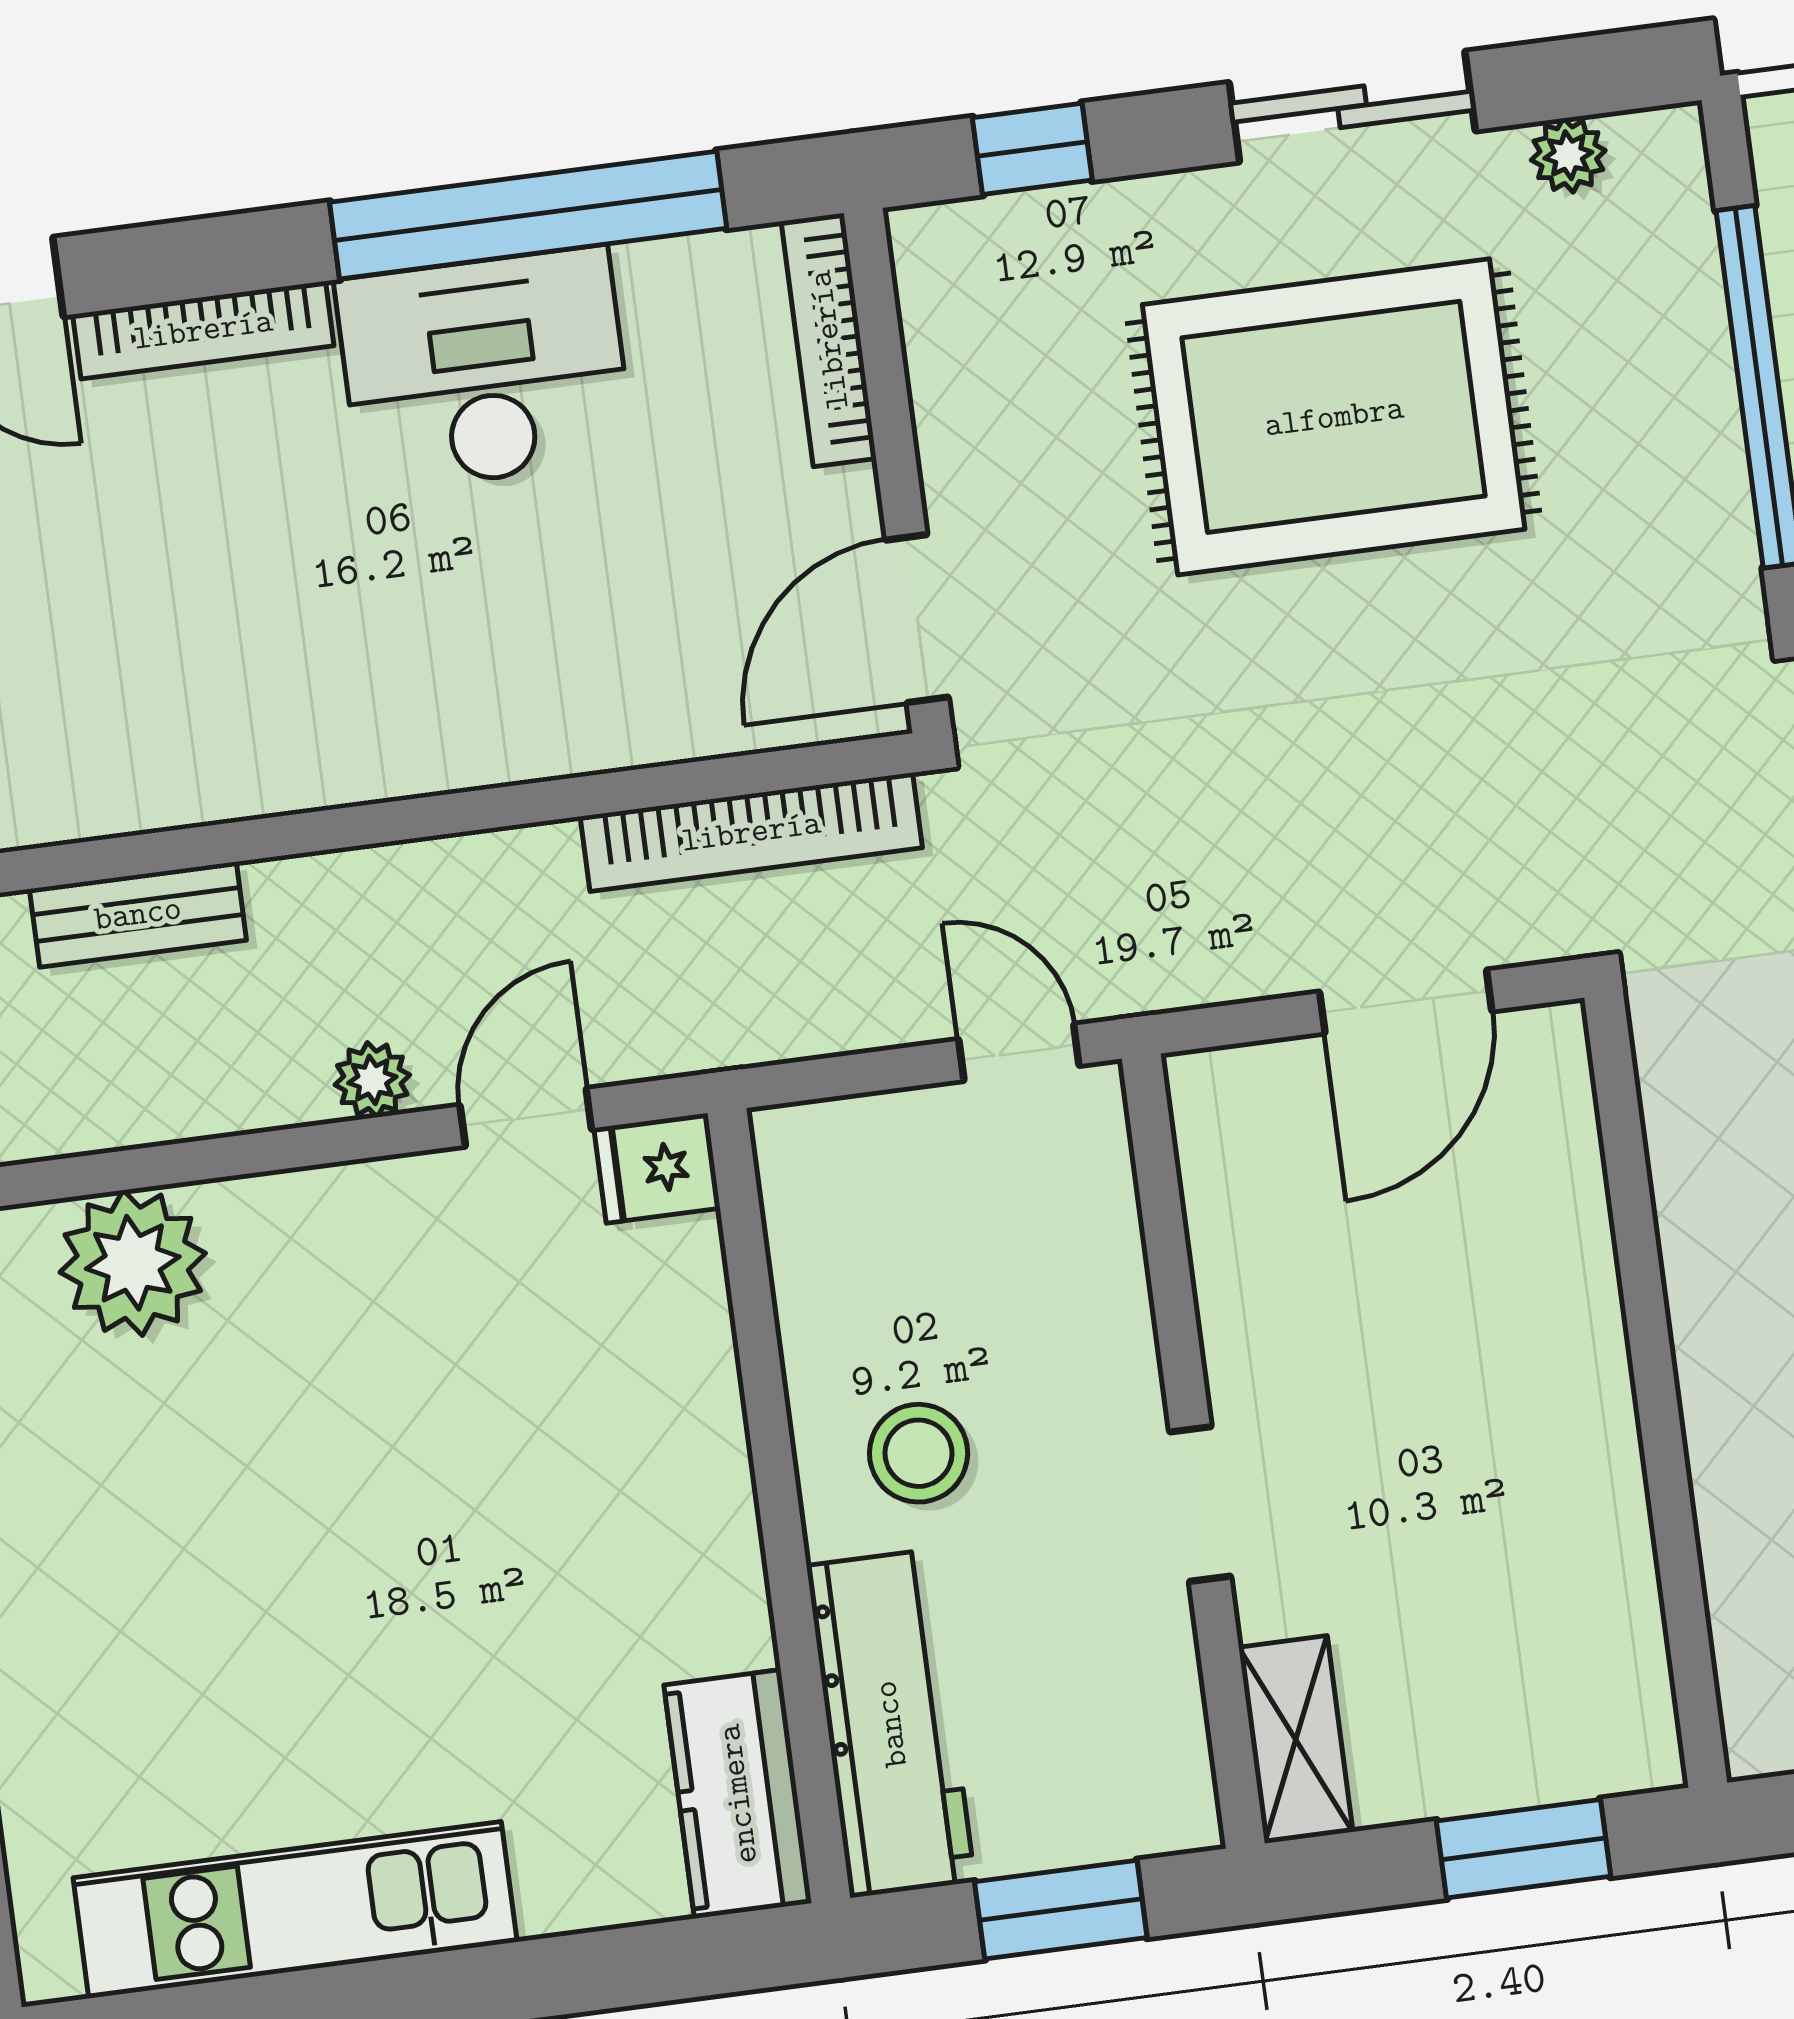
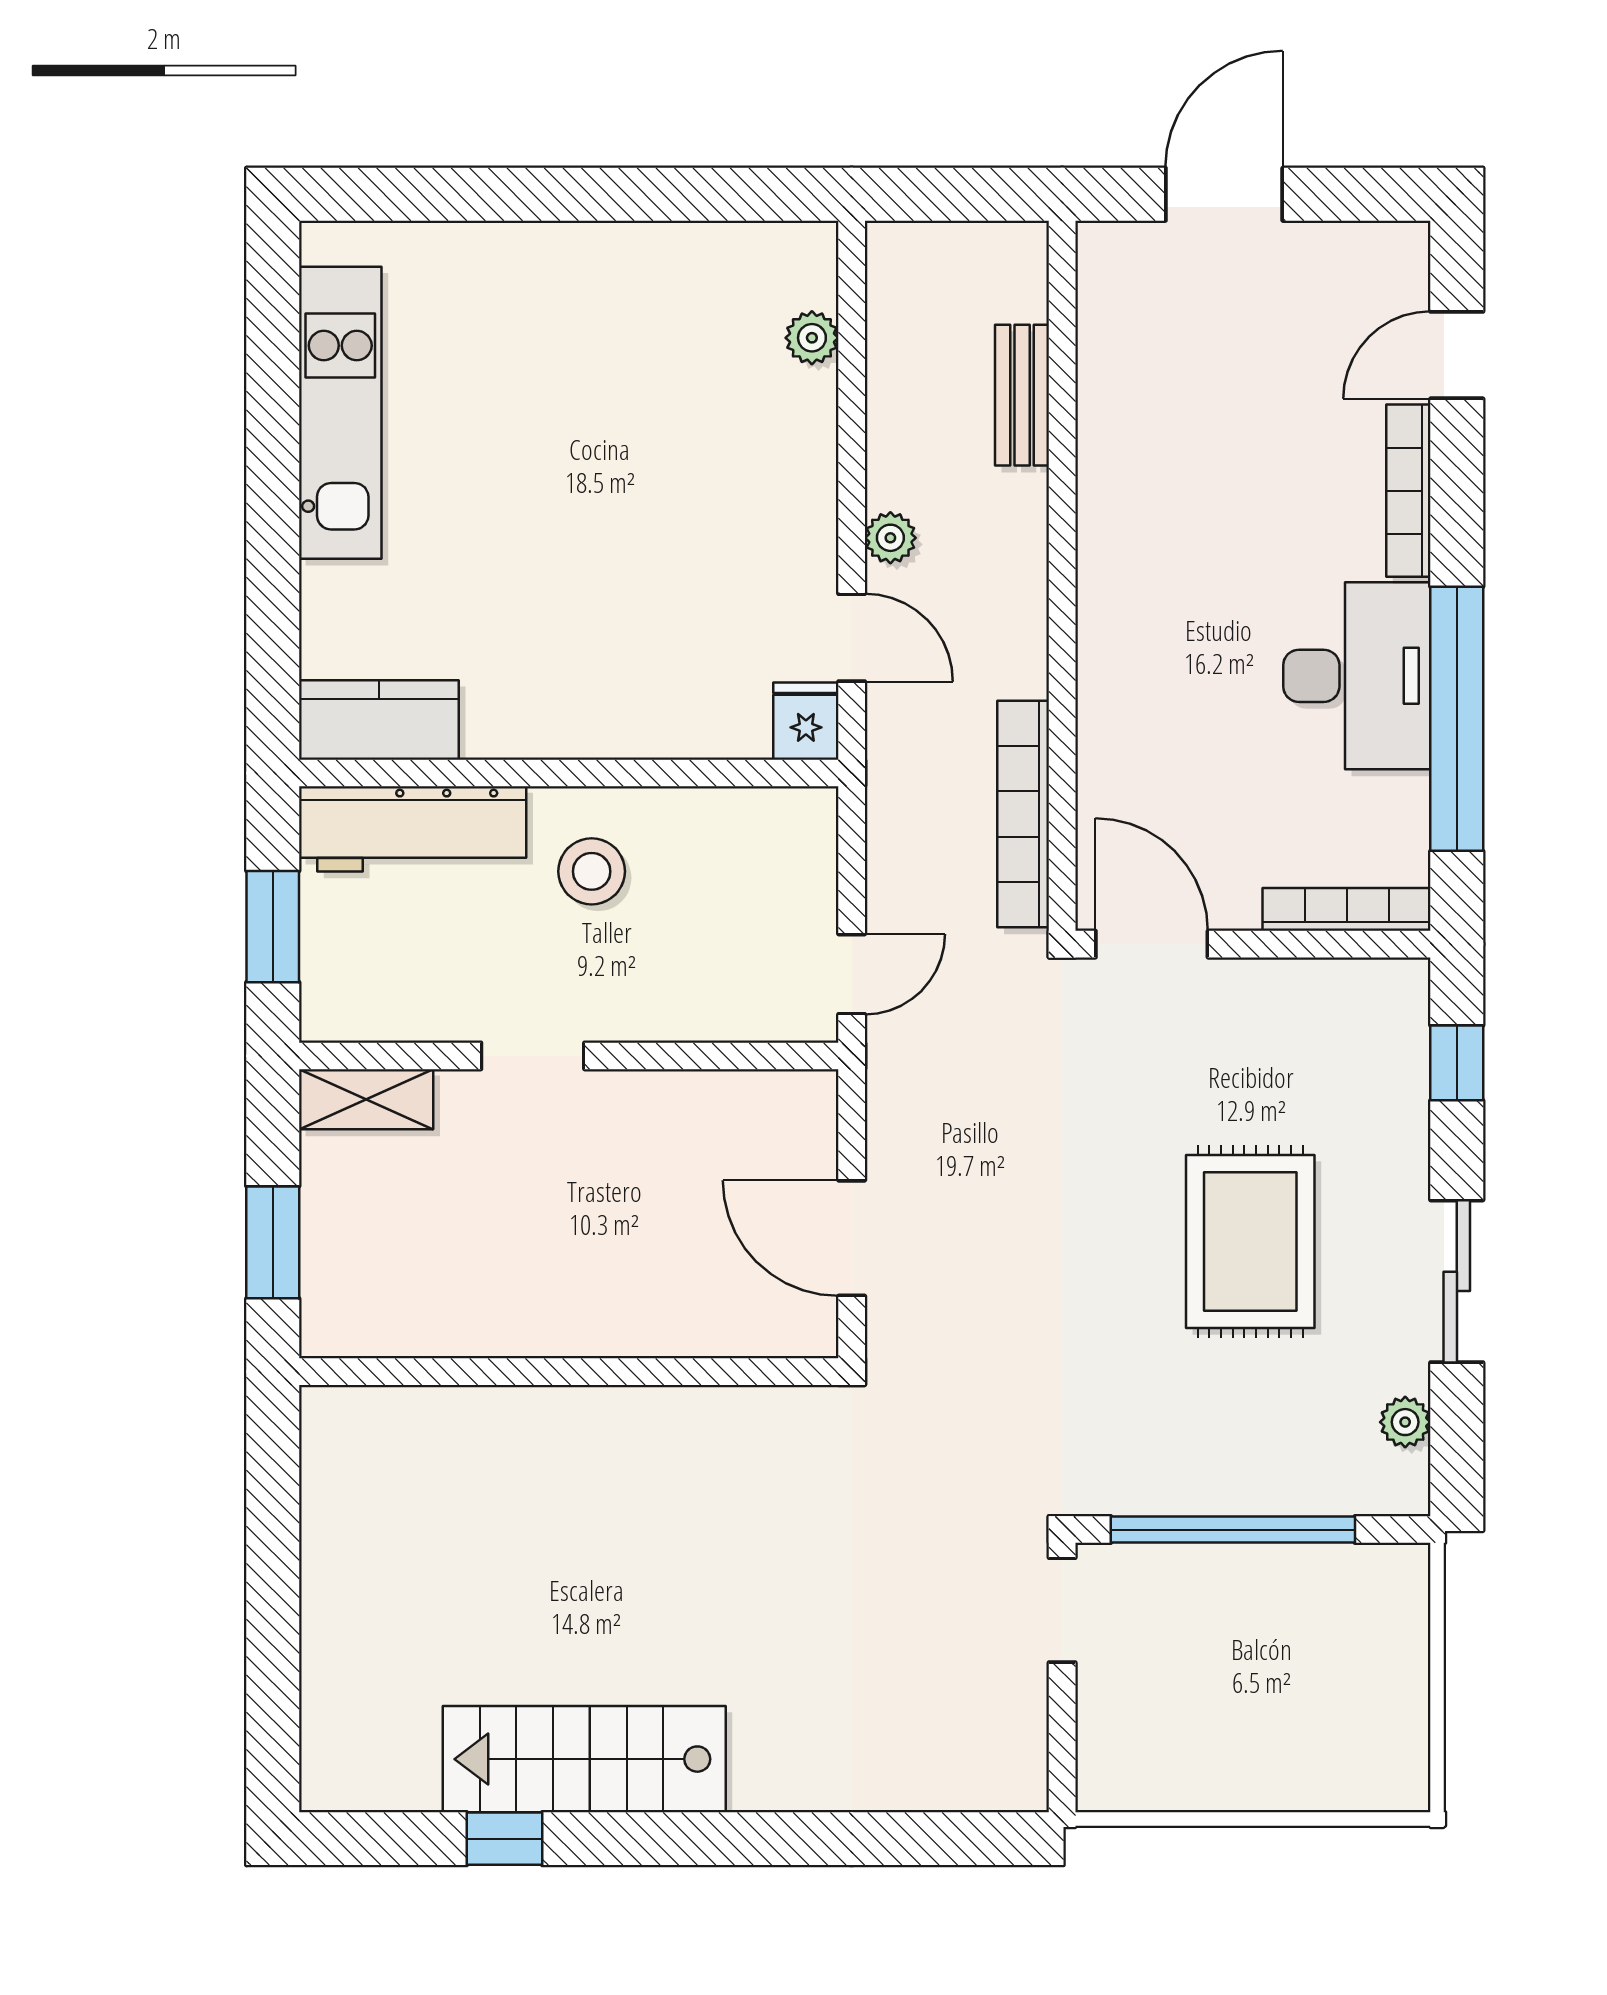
rug: (1334, 417) -> (1250, 1241), width x0.73, depth x0.69
plant: (133, 1263) -> (812, 338), width x0.53, depth x0.53

